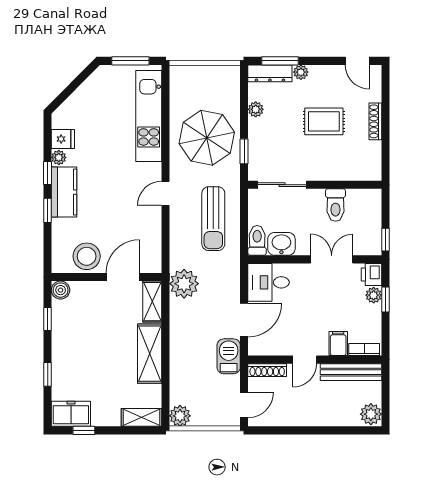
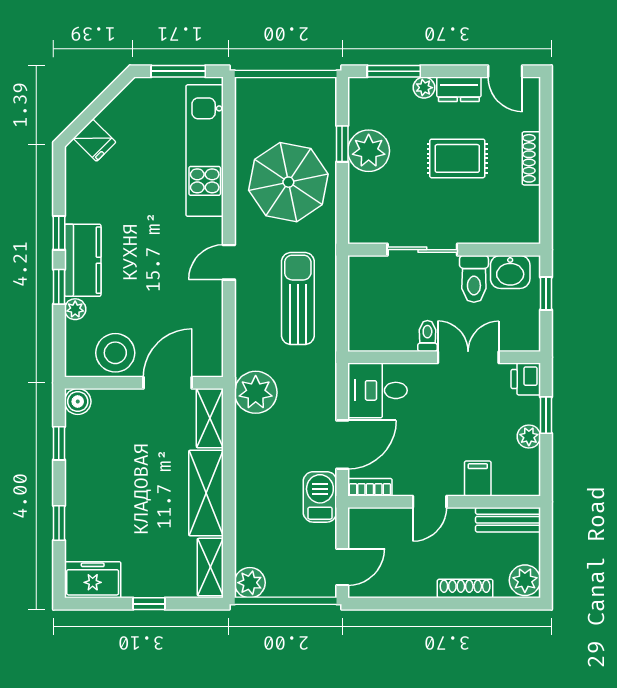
dresser: (270, 73) -> (459, 89), moved, width x0.70
plant: (256, 109) -> (369, 151), width x1.88, depth x1.88
fridge: (63, 139) -> (95, 140), moved, turned 45
window: (244, 151) -> (342, 144), moved
plant: (59, 157) -> (75, 309), moved
sliding door: (282, 185) -> (422, 250), moved
sun lounger: (213, 219) -> (298, 299), turned 180
toilet: (257, 240) -> (427, 336), moved, width x0.73, depth x0.72
window: (386, 240) -> (546, 293), moved
washbasin: (281, 244) -> (510, 272), moved, turned 180
plant: (374, 295) -> (529, 437), moved
bookcase: (364, 350) -> (370, 487), moved
shoe rack: (267, 370) -> (465, 589), moved, turned 180
bench: (351, 372) -> (508, 520), width x0.73
shelving: (141, 417) -> (210, 567), moved, turned 90
window: (84, 430) -> (149, 604), moved

